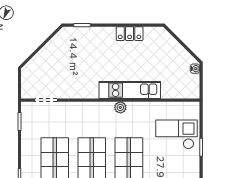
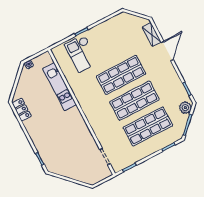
locker: (130, 34) -> (22, 110), moved
kitchen unit: (130, 90) -> (59, 87), moved
plant: (120, 107) -> (83, 102), removed

